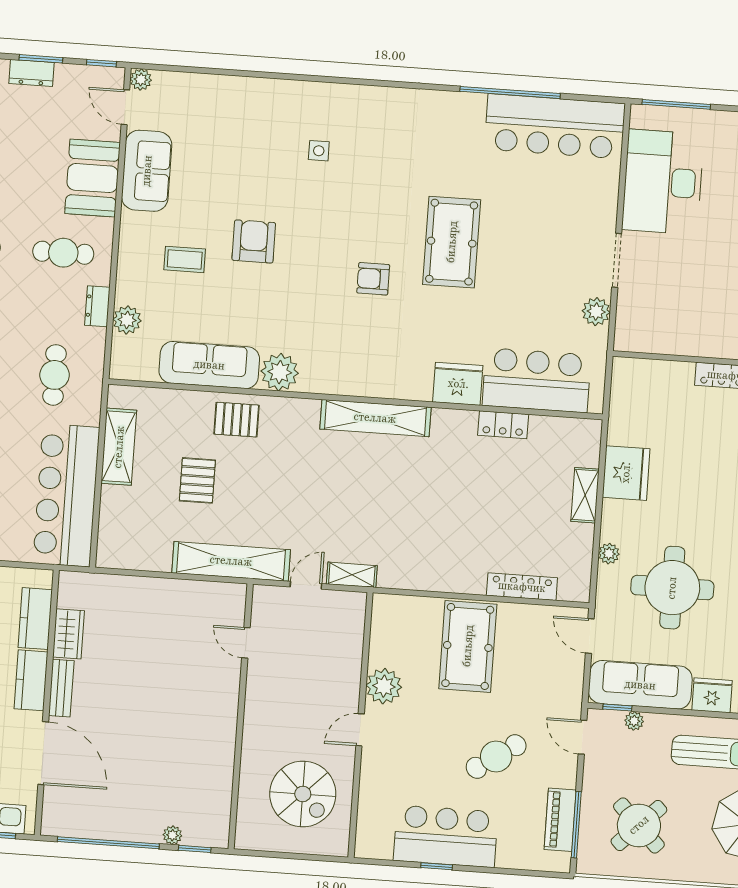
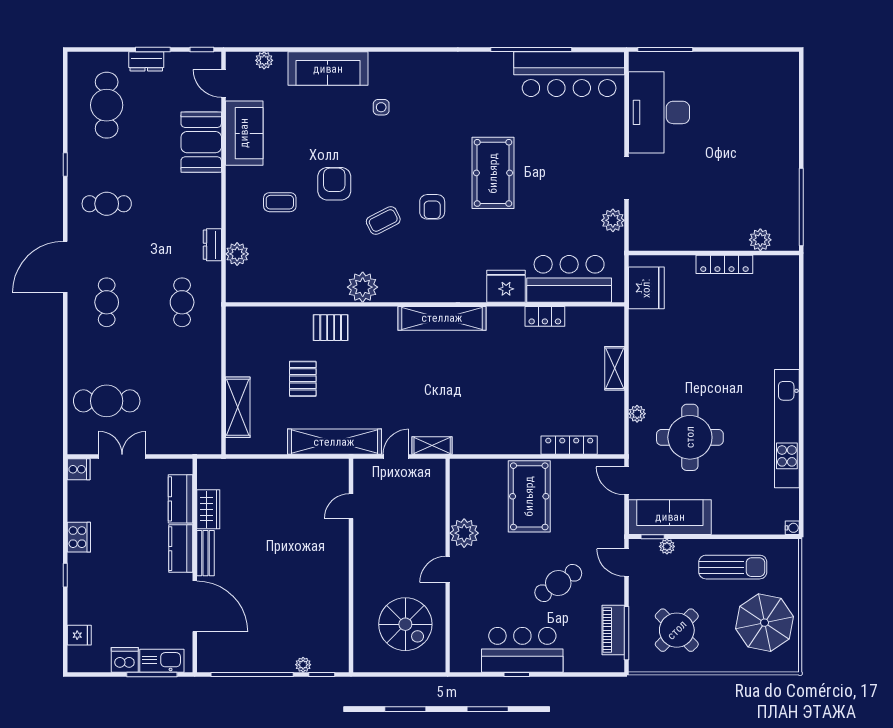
plant: (141, 79) -> (264, 60), moved
cafe table: (63, 253) -> (182, 204), removed
armchair: (373, 279) -> (432, 207), turned -90
coffee table: (311, 291) -> (383, 220), added
sofa: (209, 365) -> (328, 69), moved, turned 180
shelving: (119, 447) -> (238, 407), moved
fridge: (626, 473) -> (646, 288), moved
bar counter: (66, 495) -> (198, 398), removed
door: (246, 643) -> (351, 506), hinge flipped
fridge: (712, 695) -> (728, 522), removed

